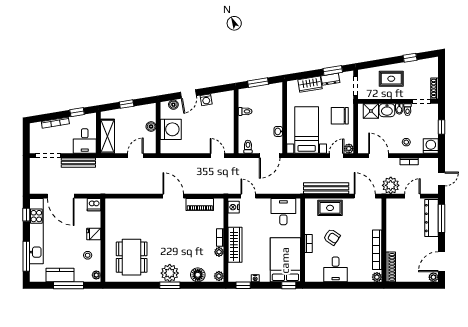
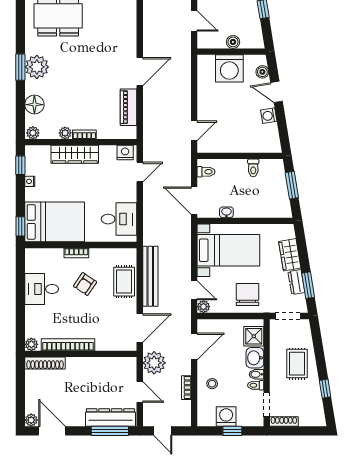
washing machine: (431, 146) -> (226, 417), moved, turned -90

